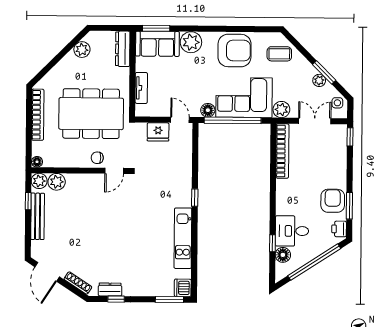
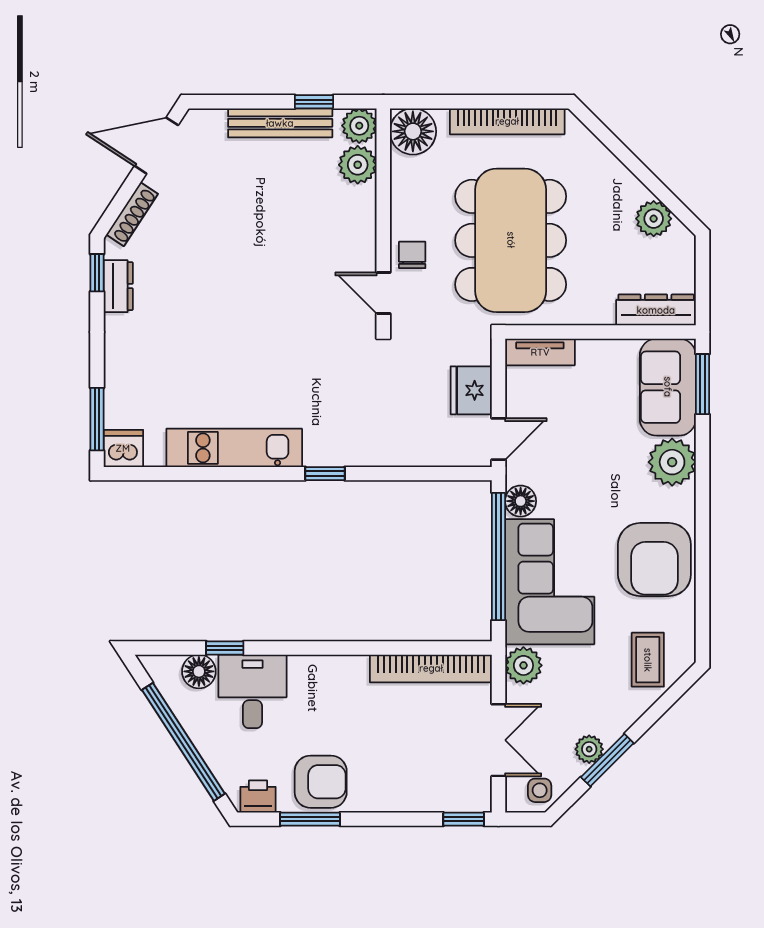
tv unit: (141, 88) -> (540, 352), moved
floor lamp: (37, 162) -> (413, 131), width x1.89, depth x1.89
window: (116, 299) -> (97, 273), moved

